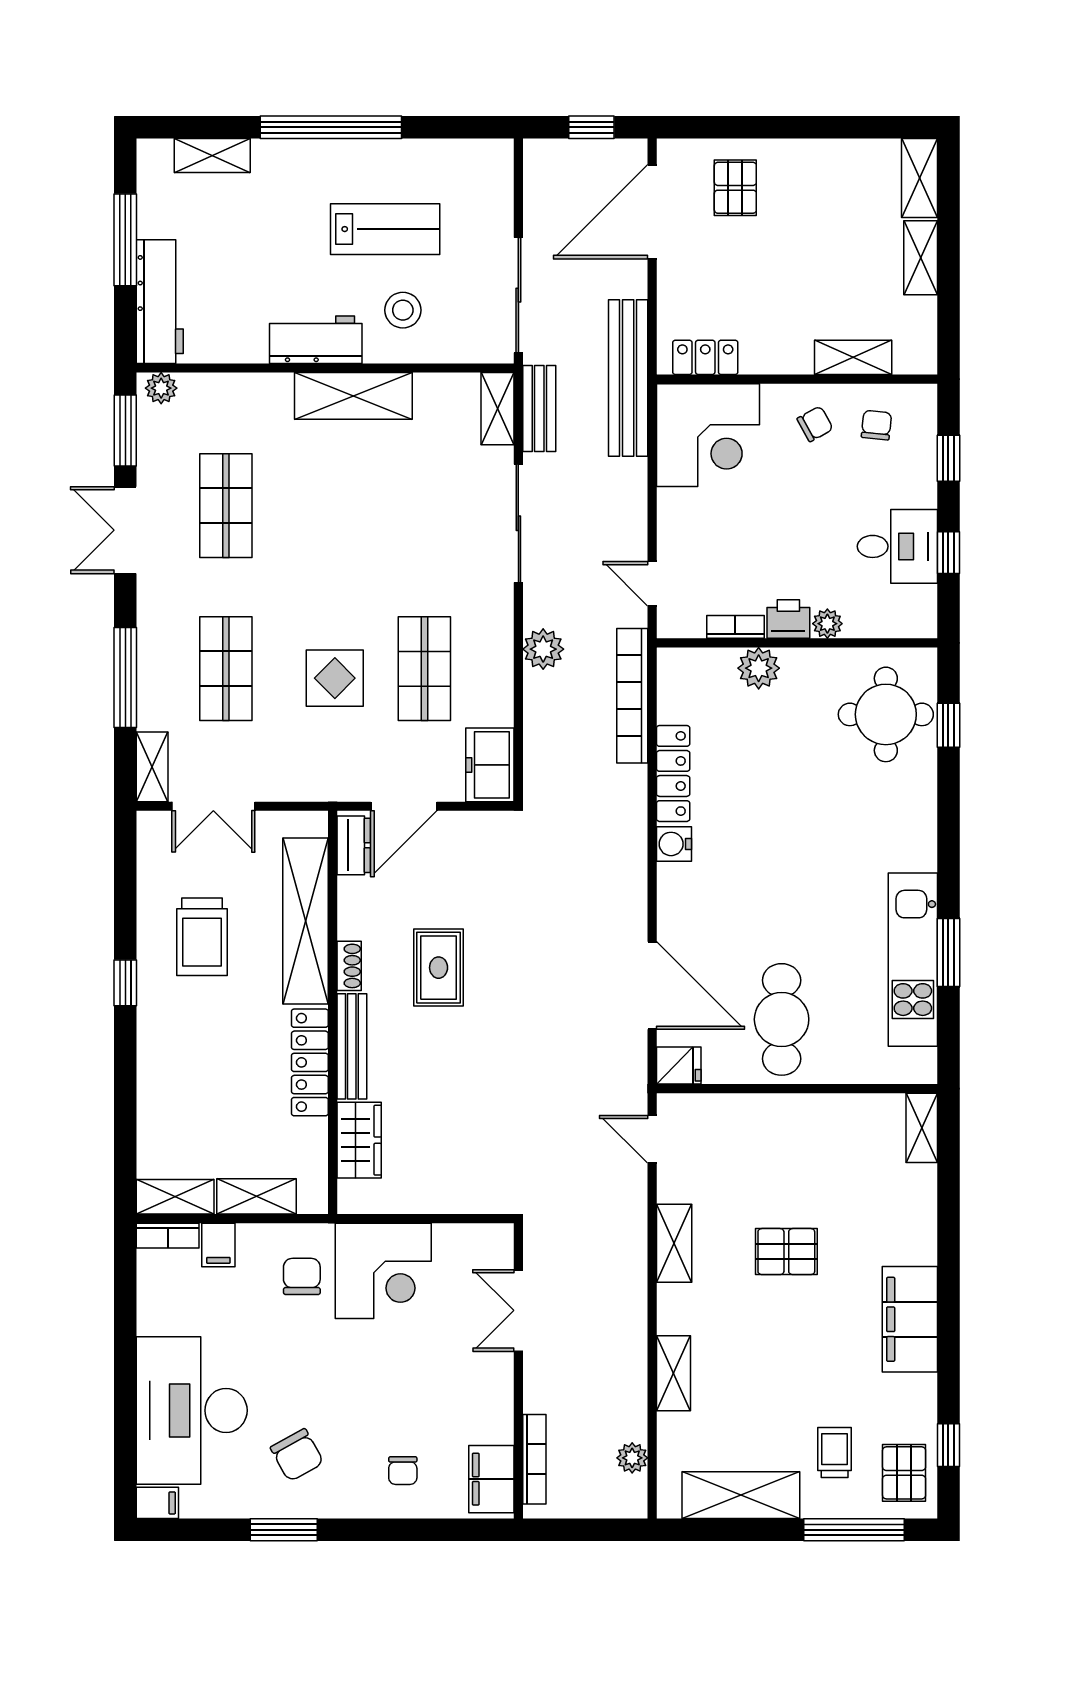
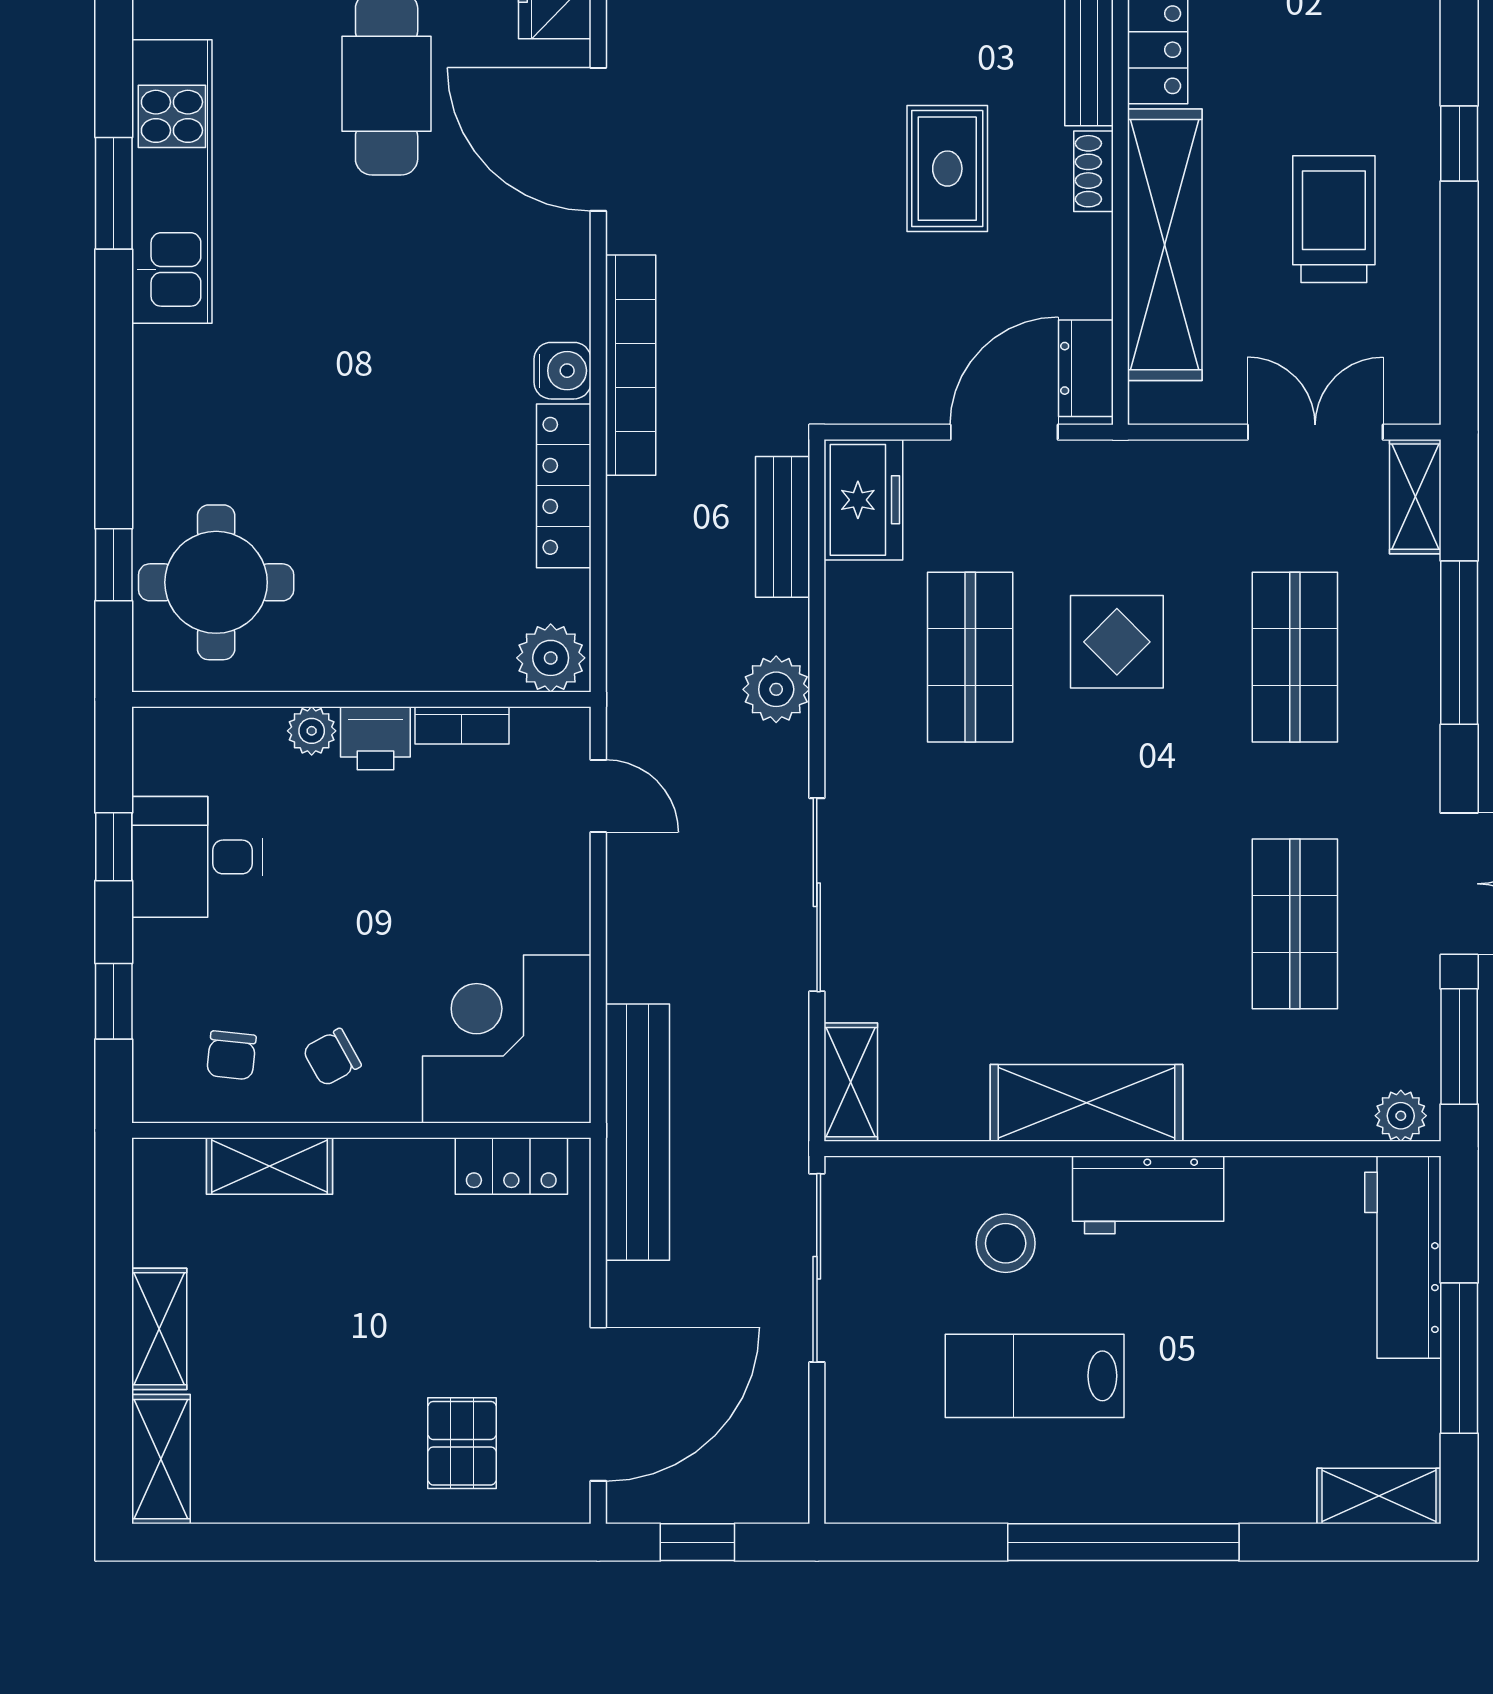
shelving: (212, 156) -> (1379, 1496), moved
bench: (539, 408) -> (783, 527), moved
plant: (759, 668) -> (551, 658), moved
bookcase: (632, 696) -> (631, 365), moved

